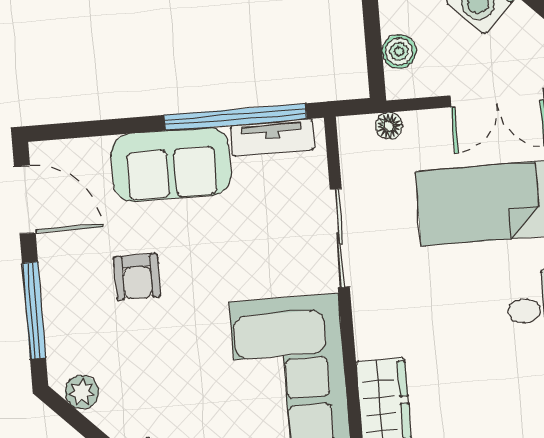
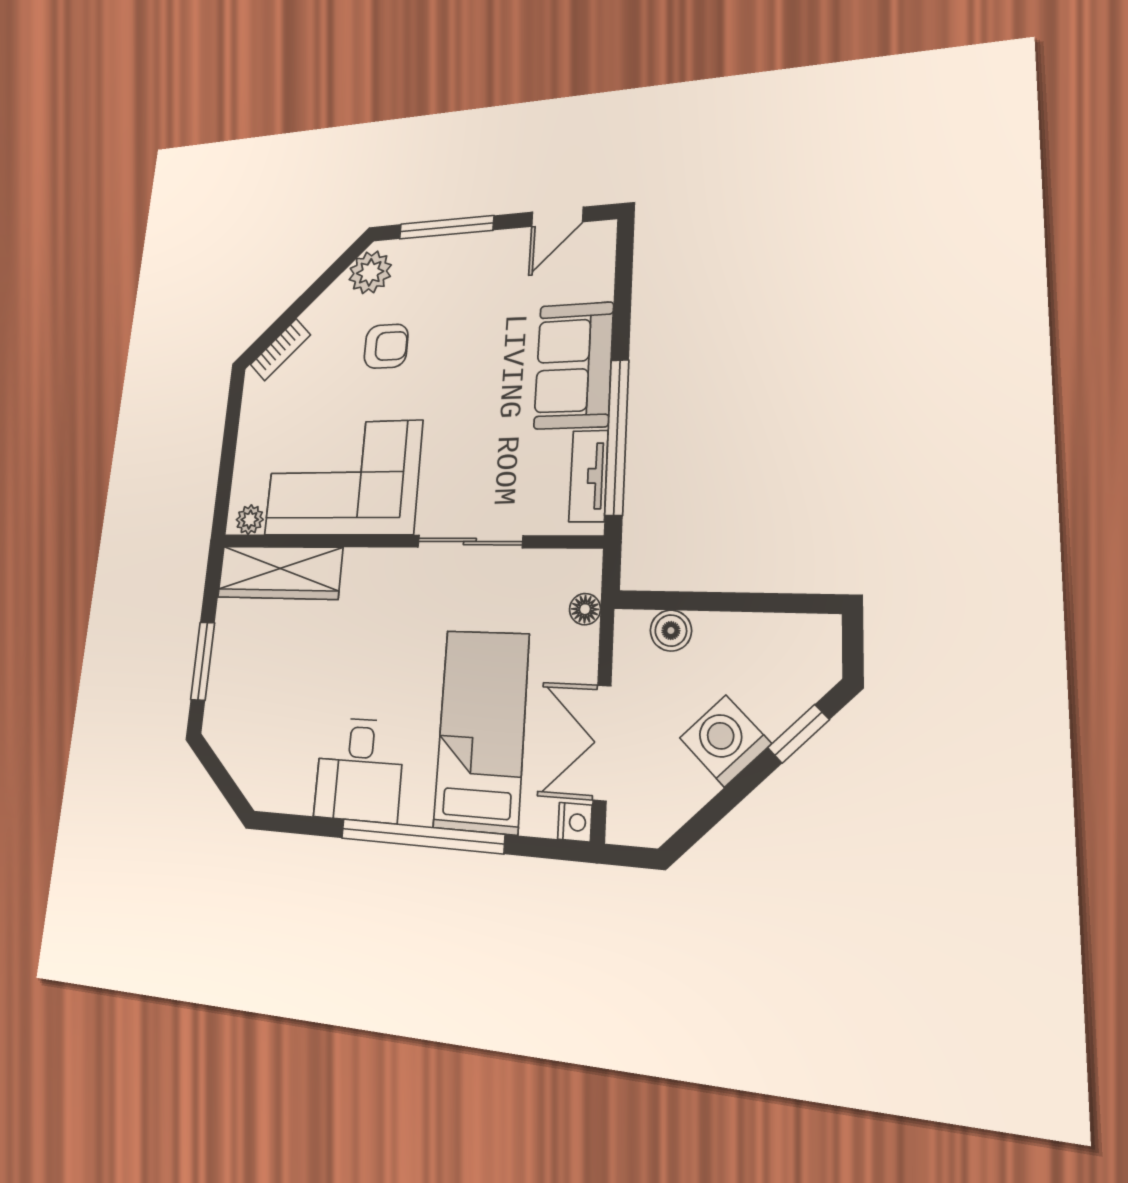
door: (25, 200) -> (557, 217), width x0.73
armchair: (137, 277) -> (386, 346), moved, turned 180
plant: (82, 392) -> (370, 272), width x1.38, depth x1.38

